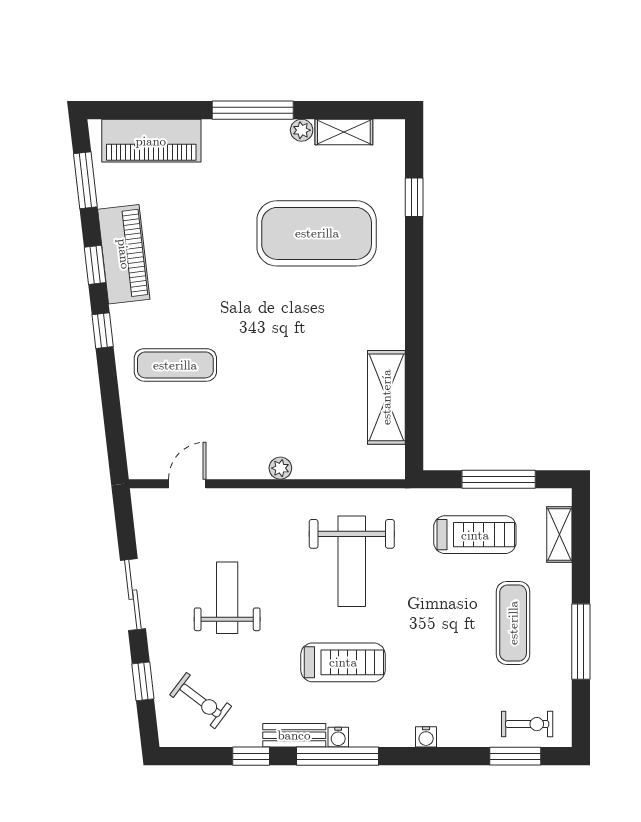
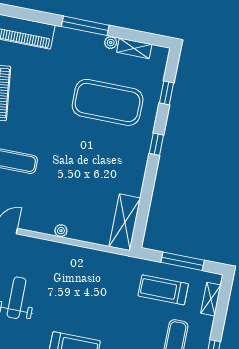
window: (414, 288) -> (156, 144), added
shelving: (386, 397) -> (125, 222), moved
treadmill: (475, 535) -> (163, 290), turned 180
weight bench: (352, 561) -> (91, 291), removed

